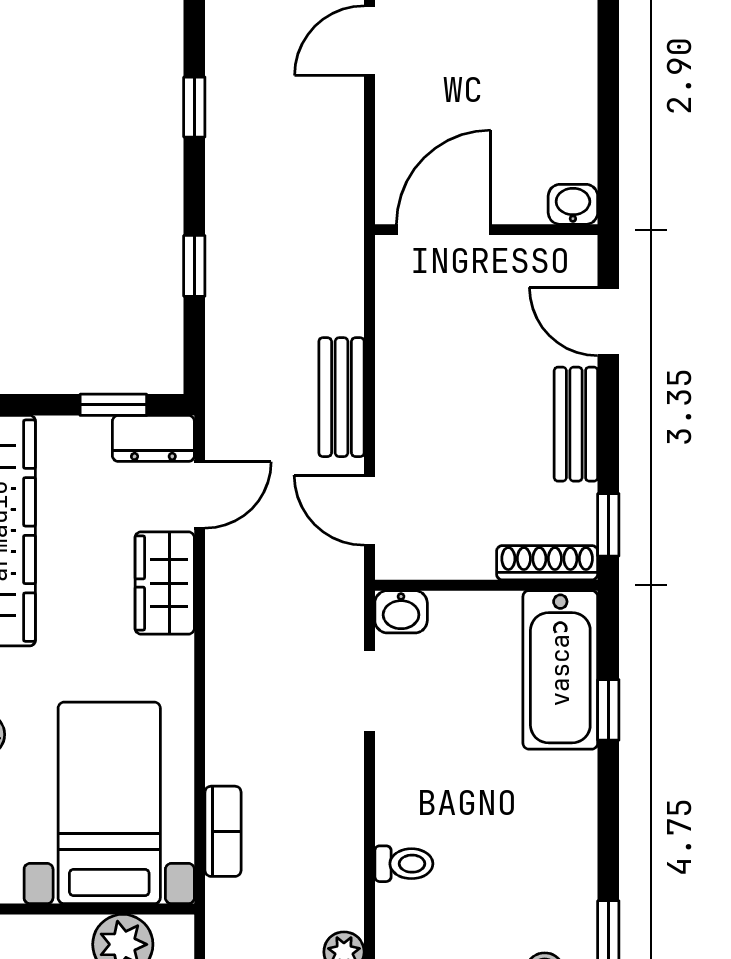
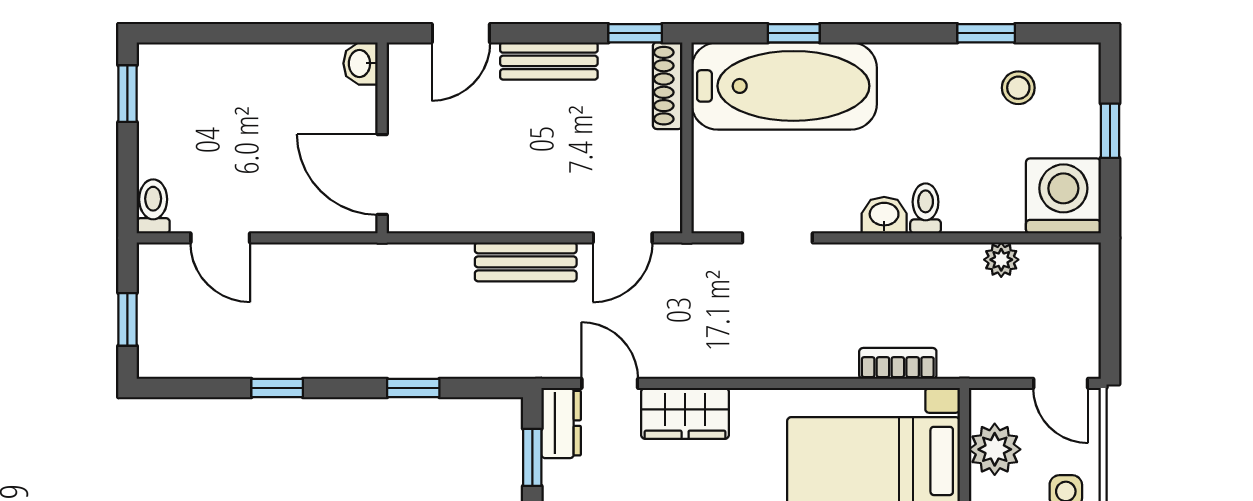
washbasin: (401, 612) -> (884, 215), moved, turned -90
bathtub: (560, 670) -> (784, 86), width x1.36, depth x1.36

